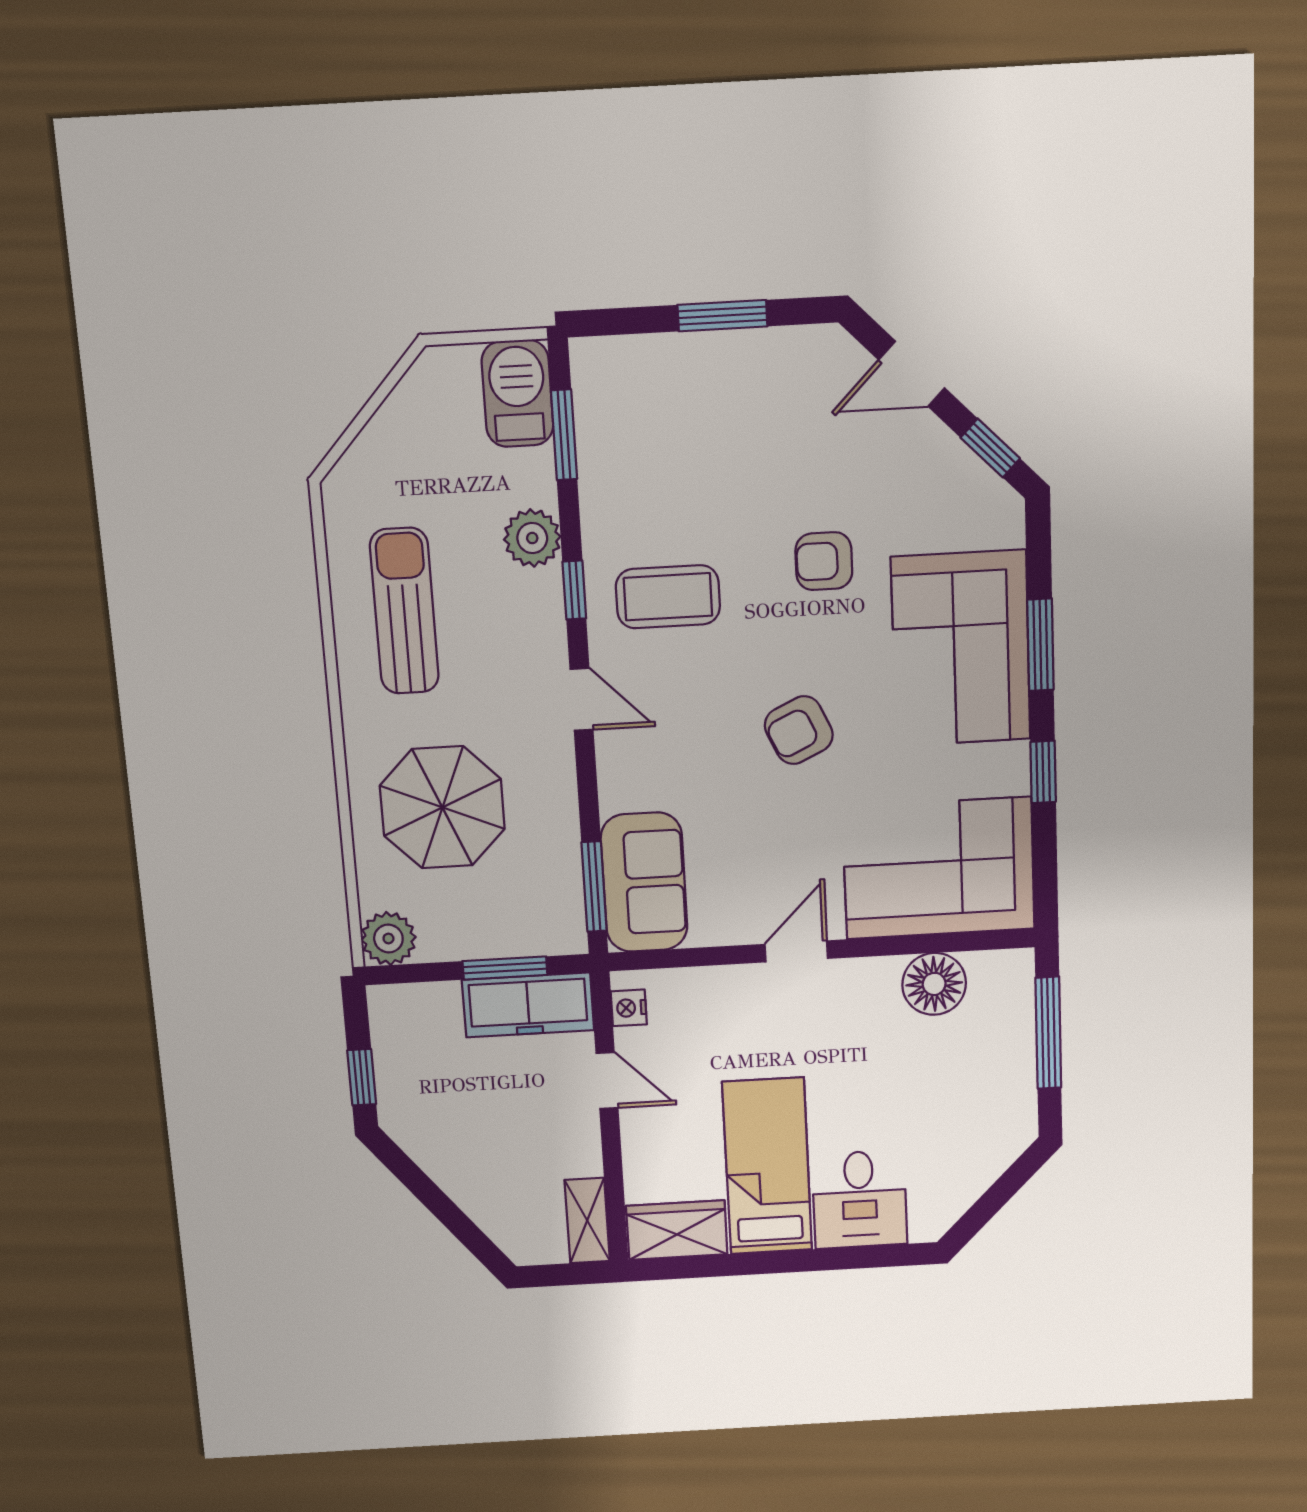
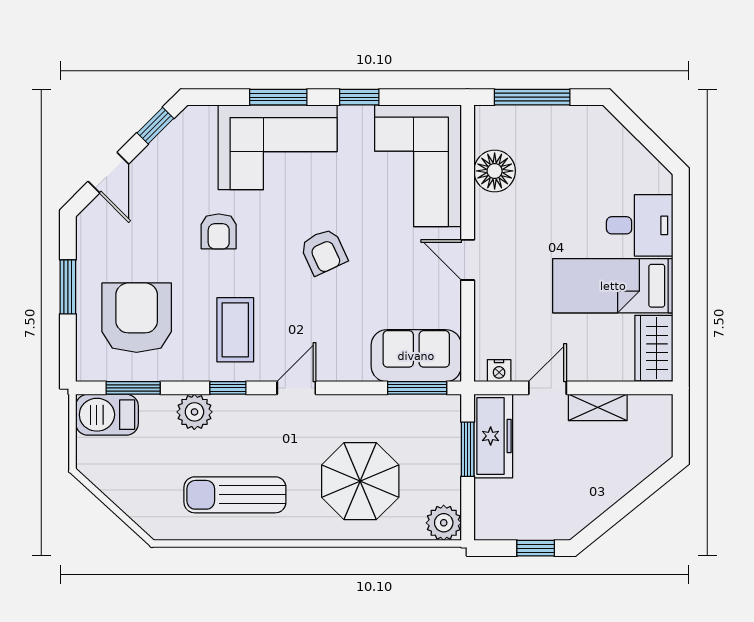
armchair: (678, 434) -> (137, 318), added
shelving: (587, 1221) -> (598, 407), moved

